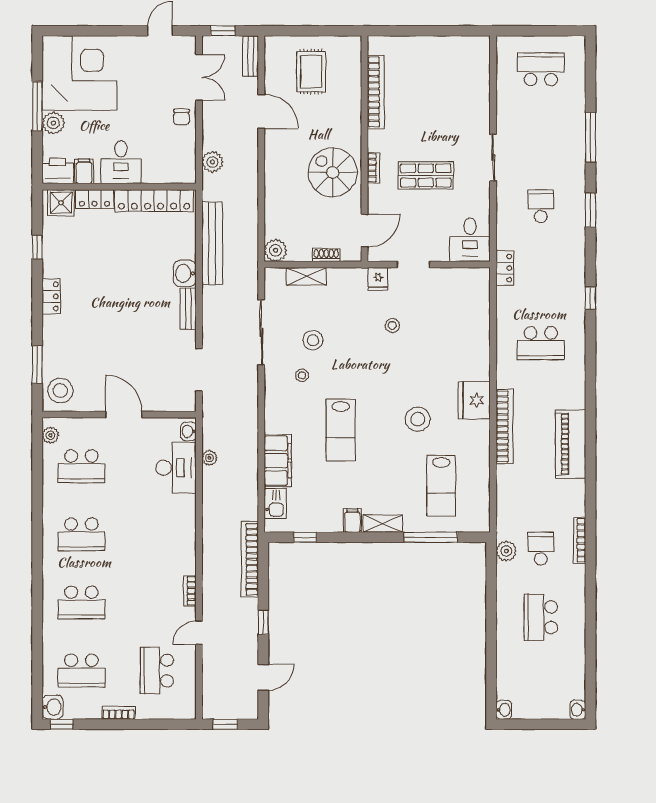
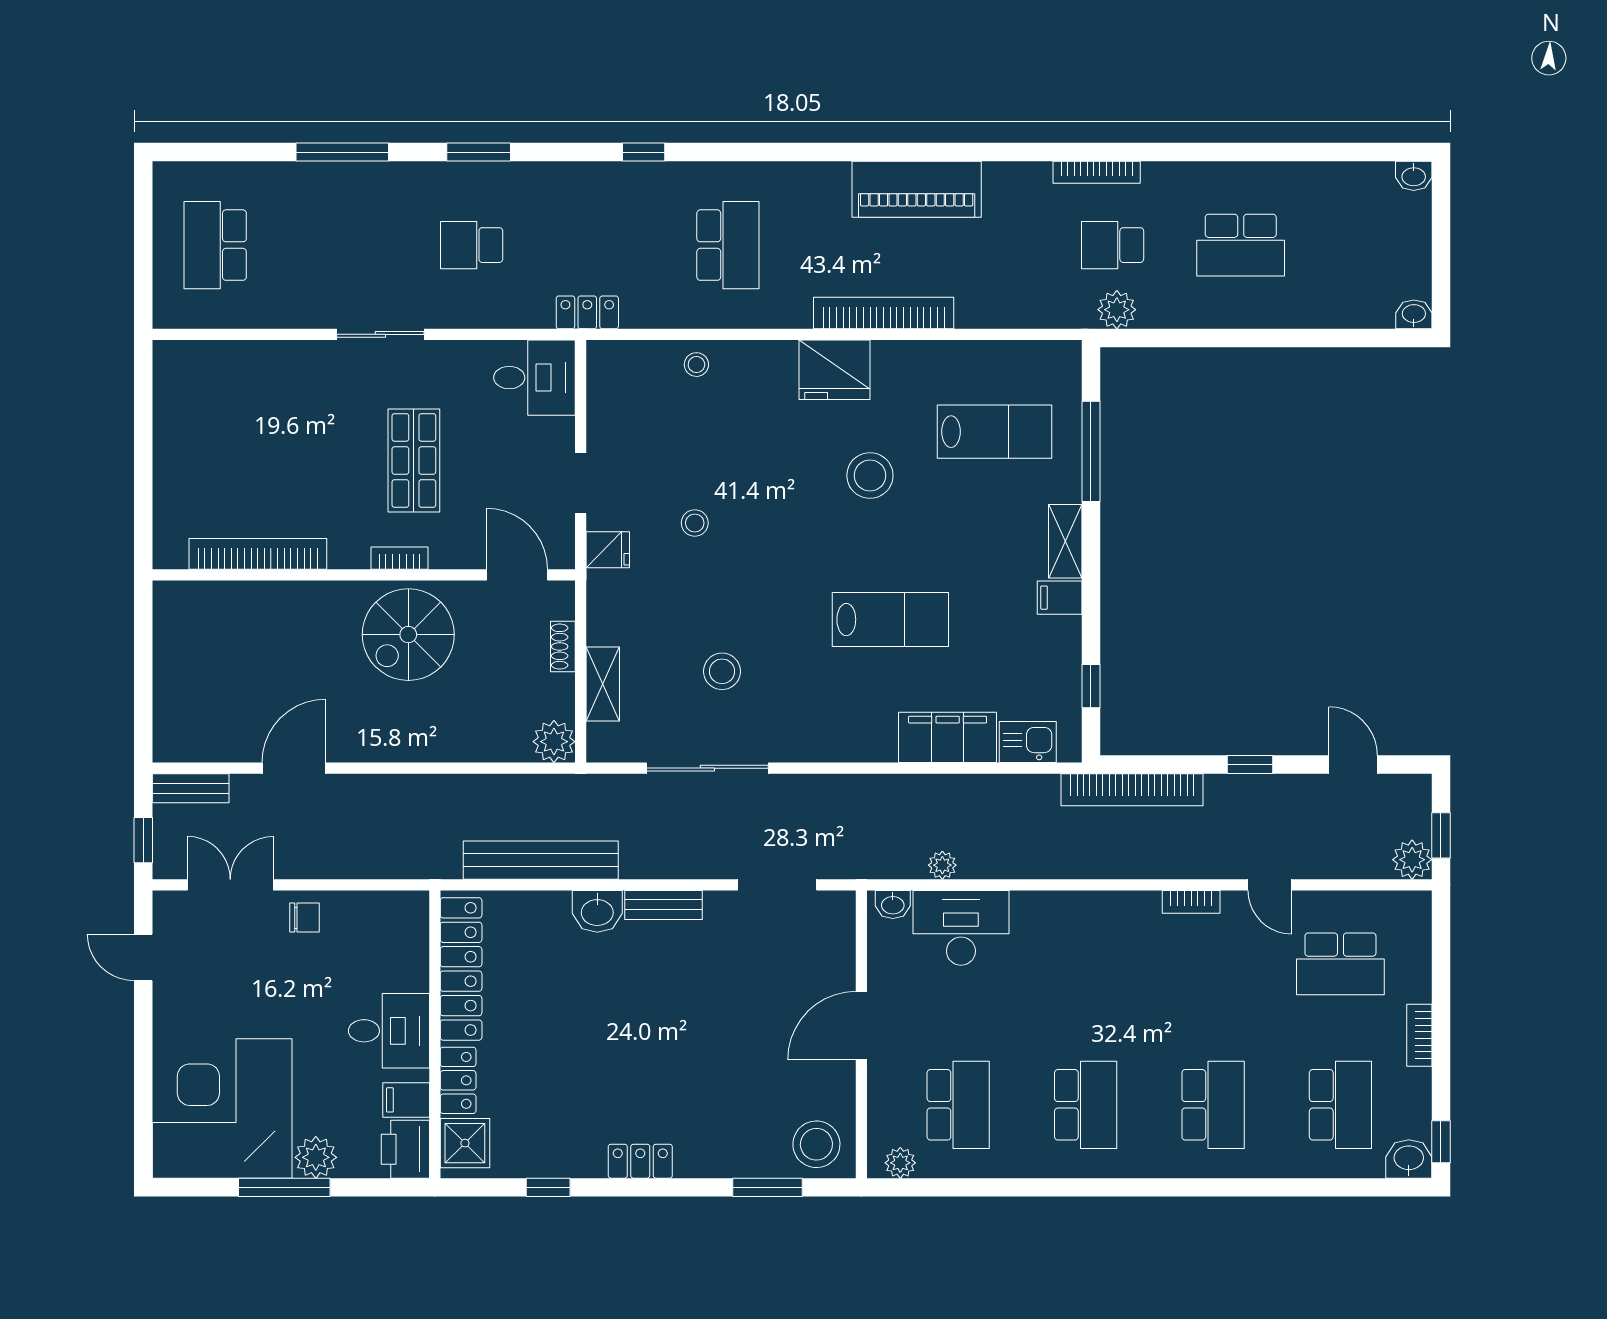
rug: (311, 72) -> (220, 675), removed
plant: (212, 162) -> (1412, 860), moved
stool: (302, 375) -> (696, 365), moved

